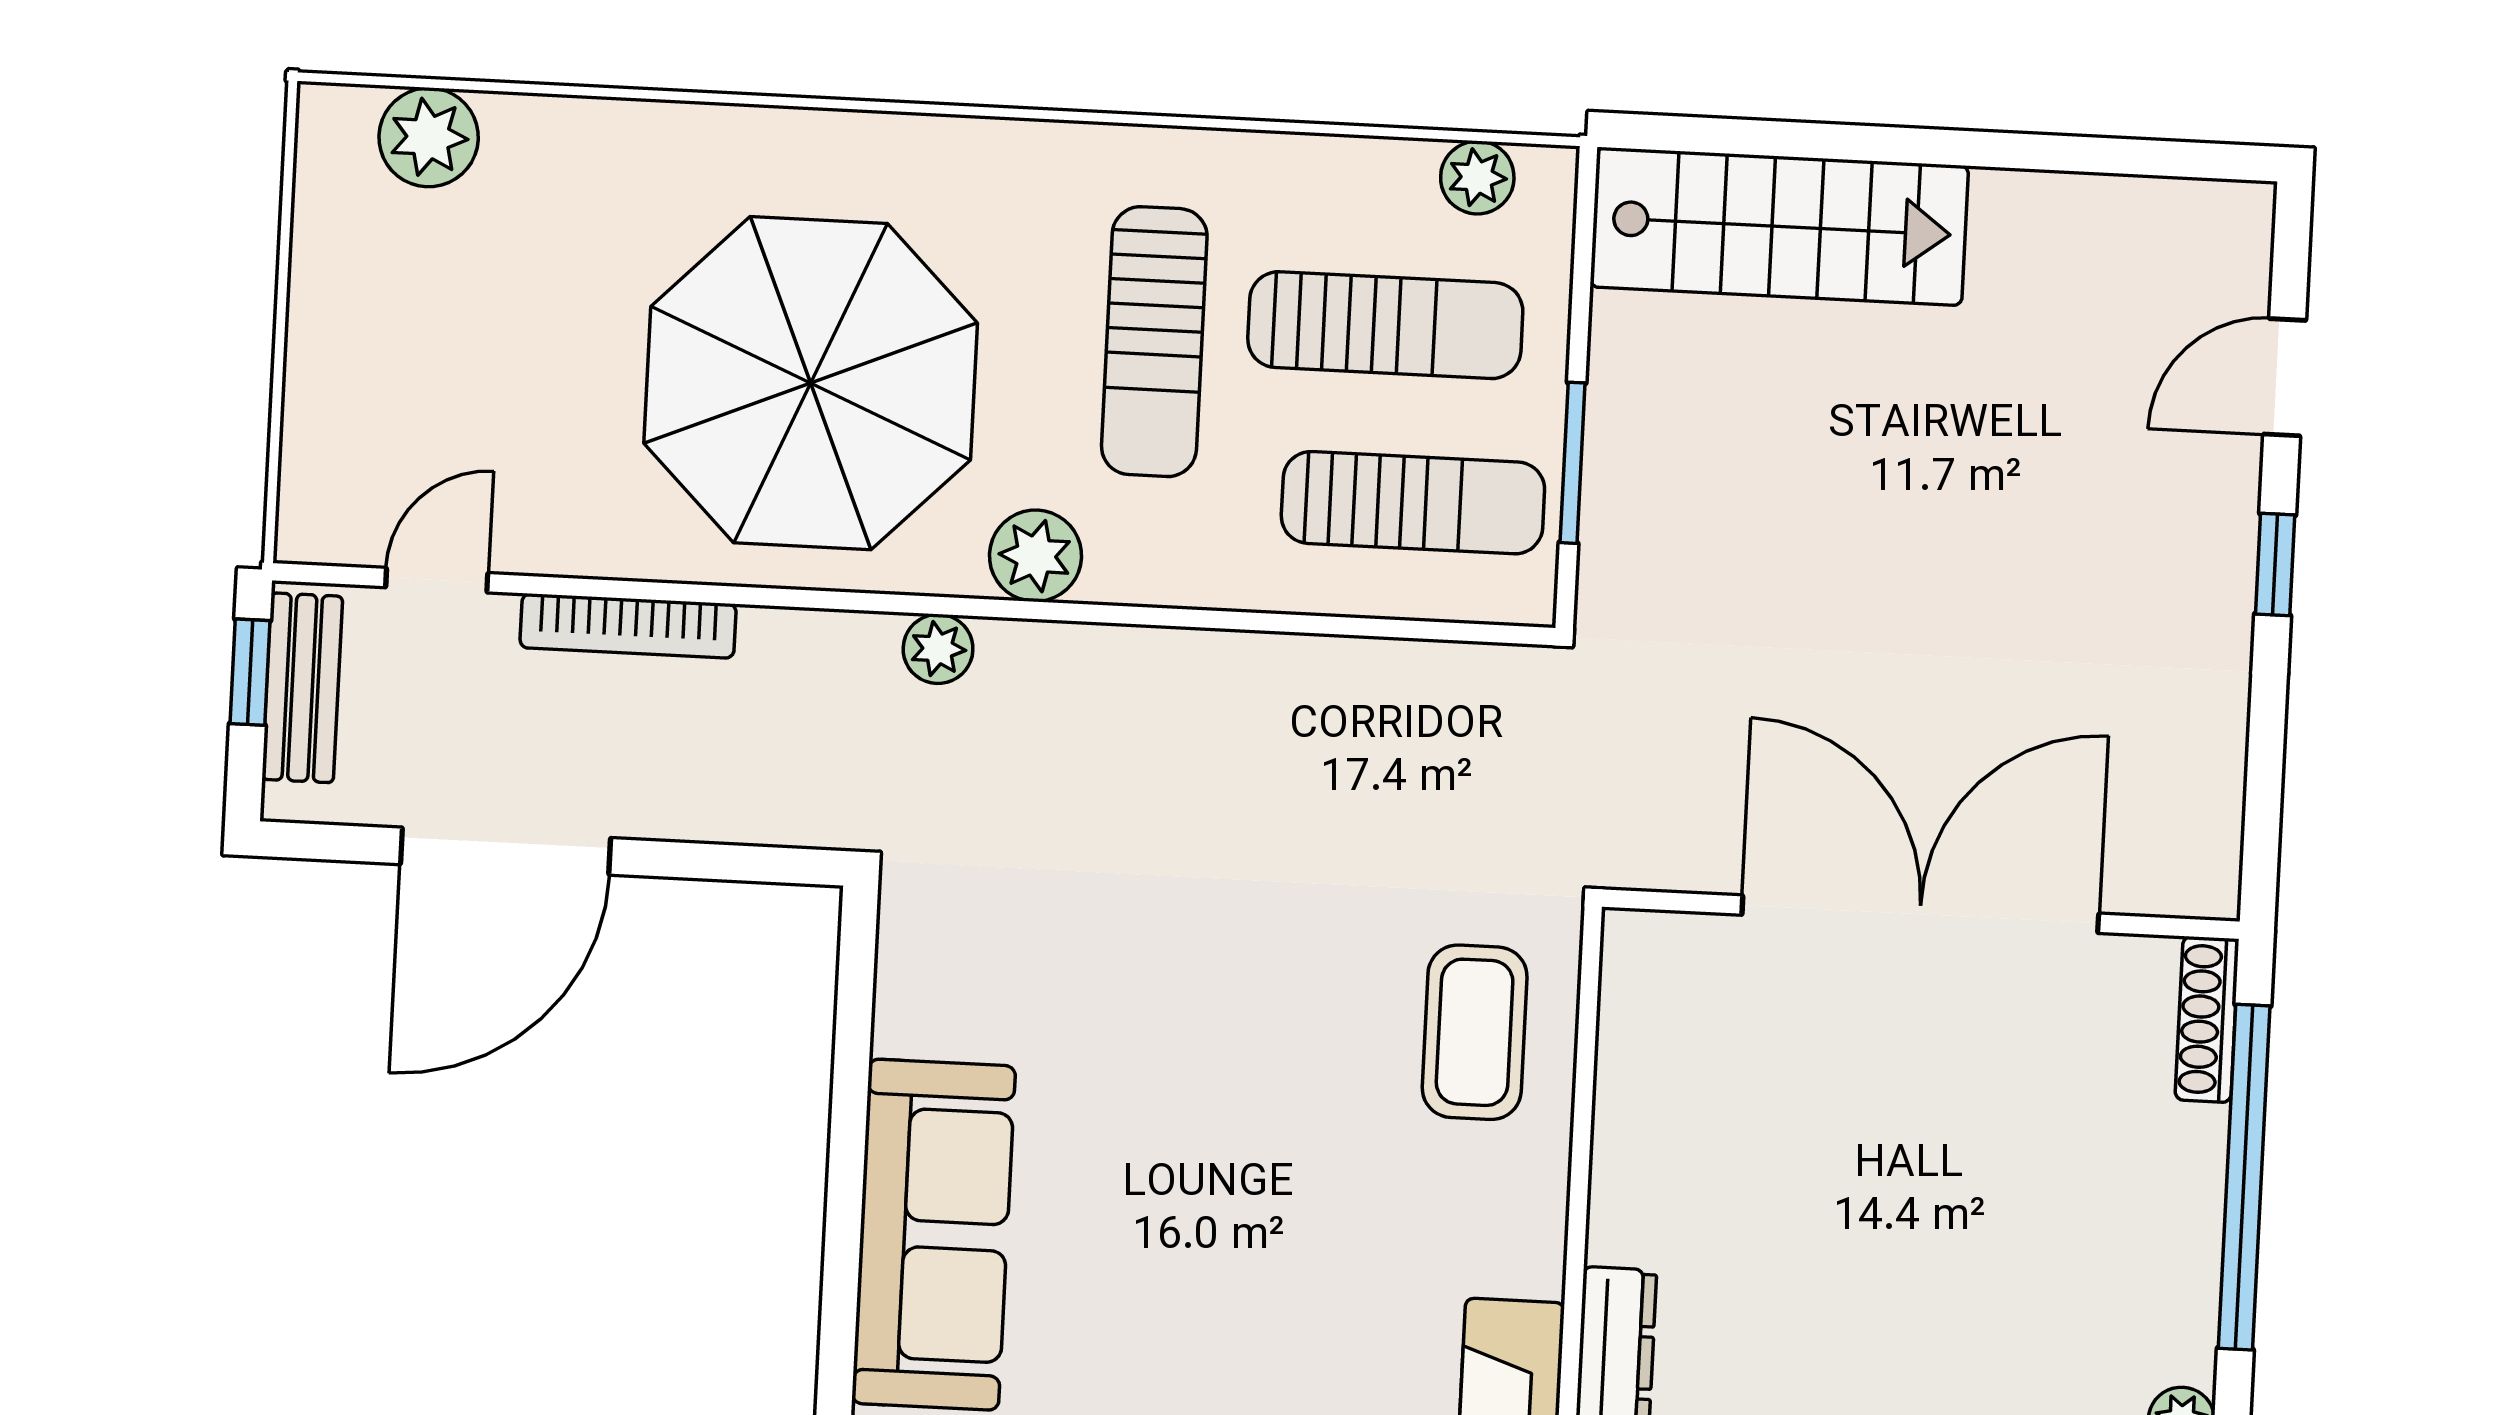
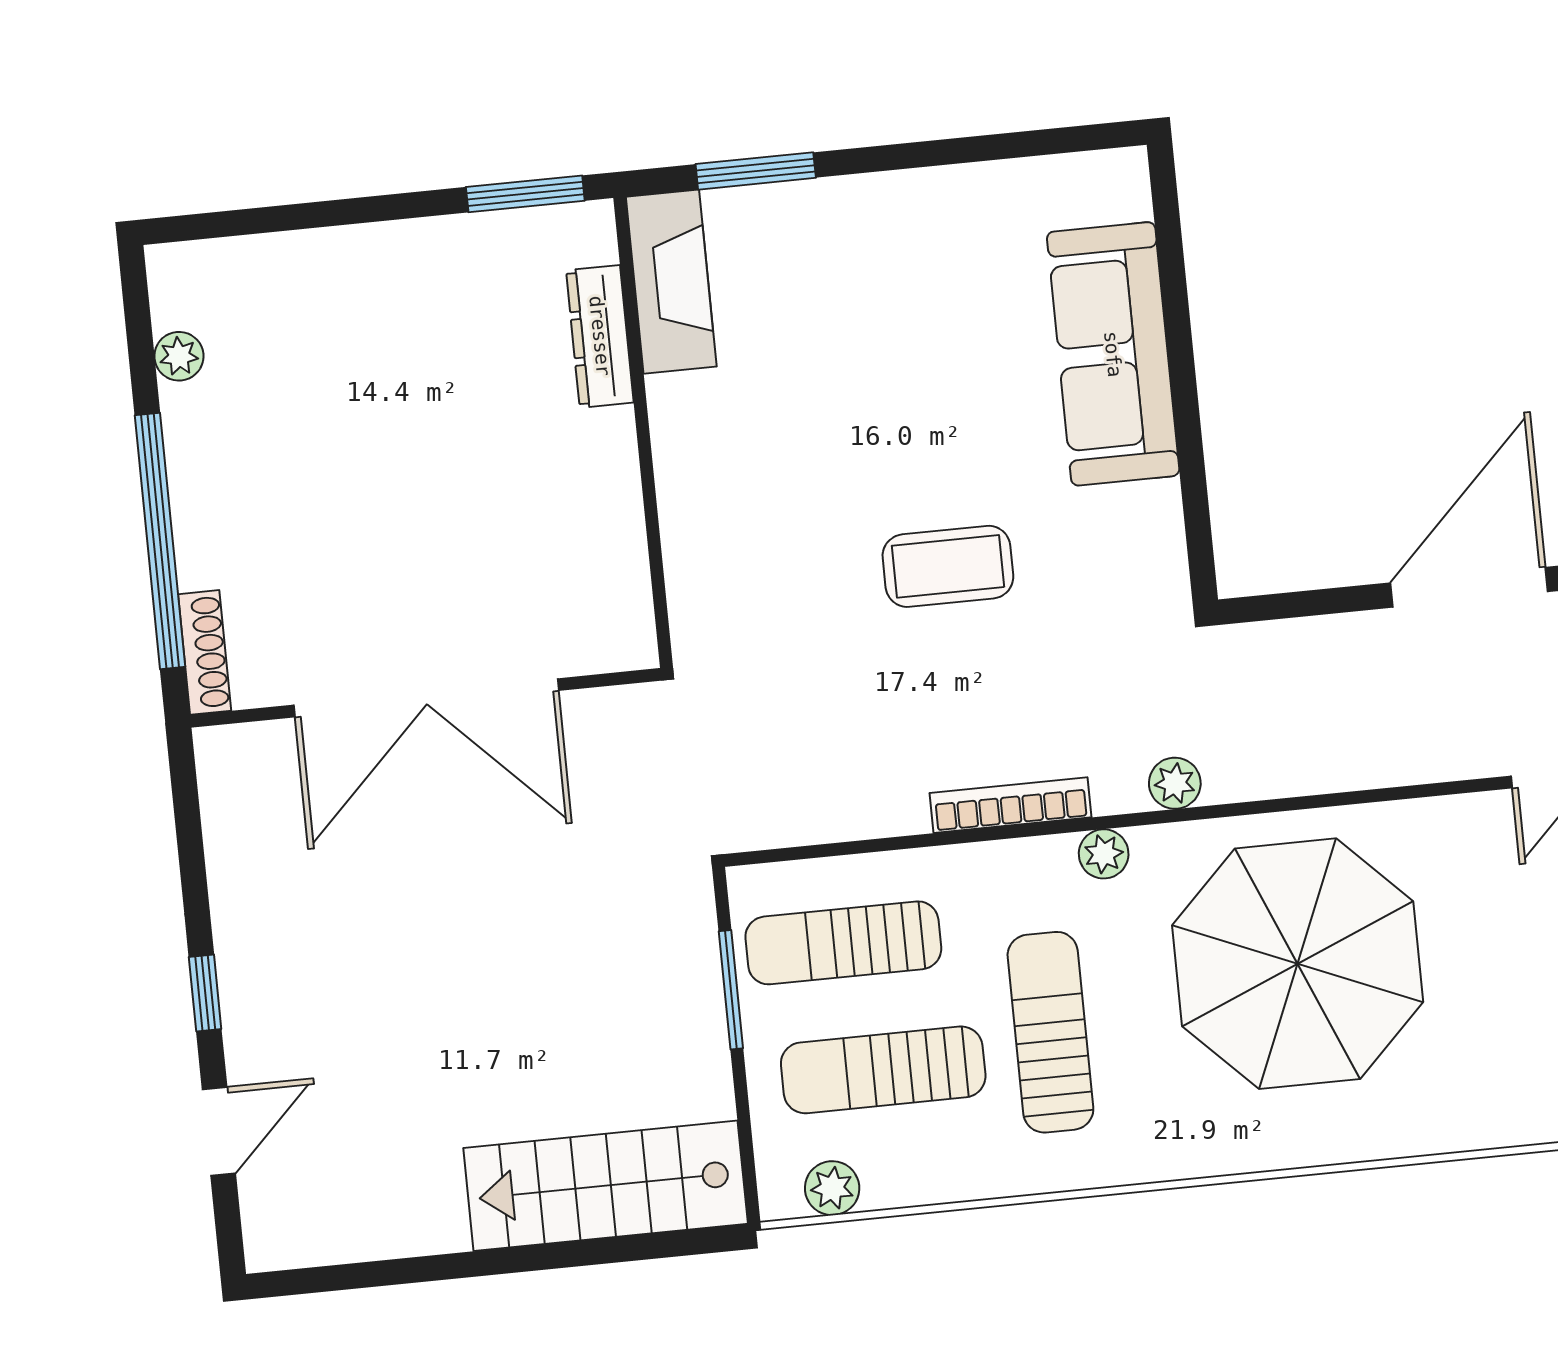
plant: (1035, 556) -> (1104, 854), width x0.73, depth x0.73
bookcase: (628, 626) -> (1011, 805), moved
coffee table: (1475, 1032) -> (948, 566), moved, turned 90

